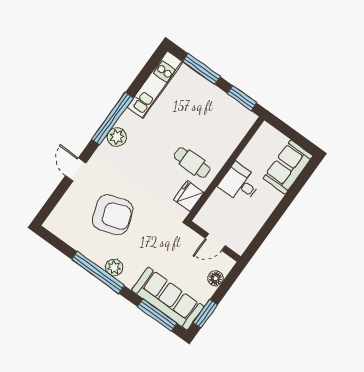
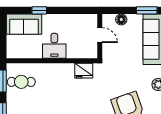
cafe table: (192, 163) -> (21, 82), moved, turned 90
window: (291, 195) -> (39, 10), added

